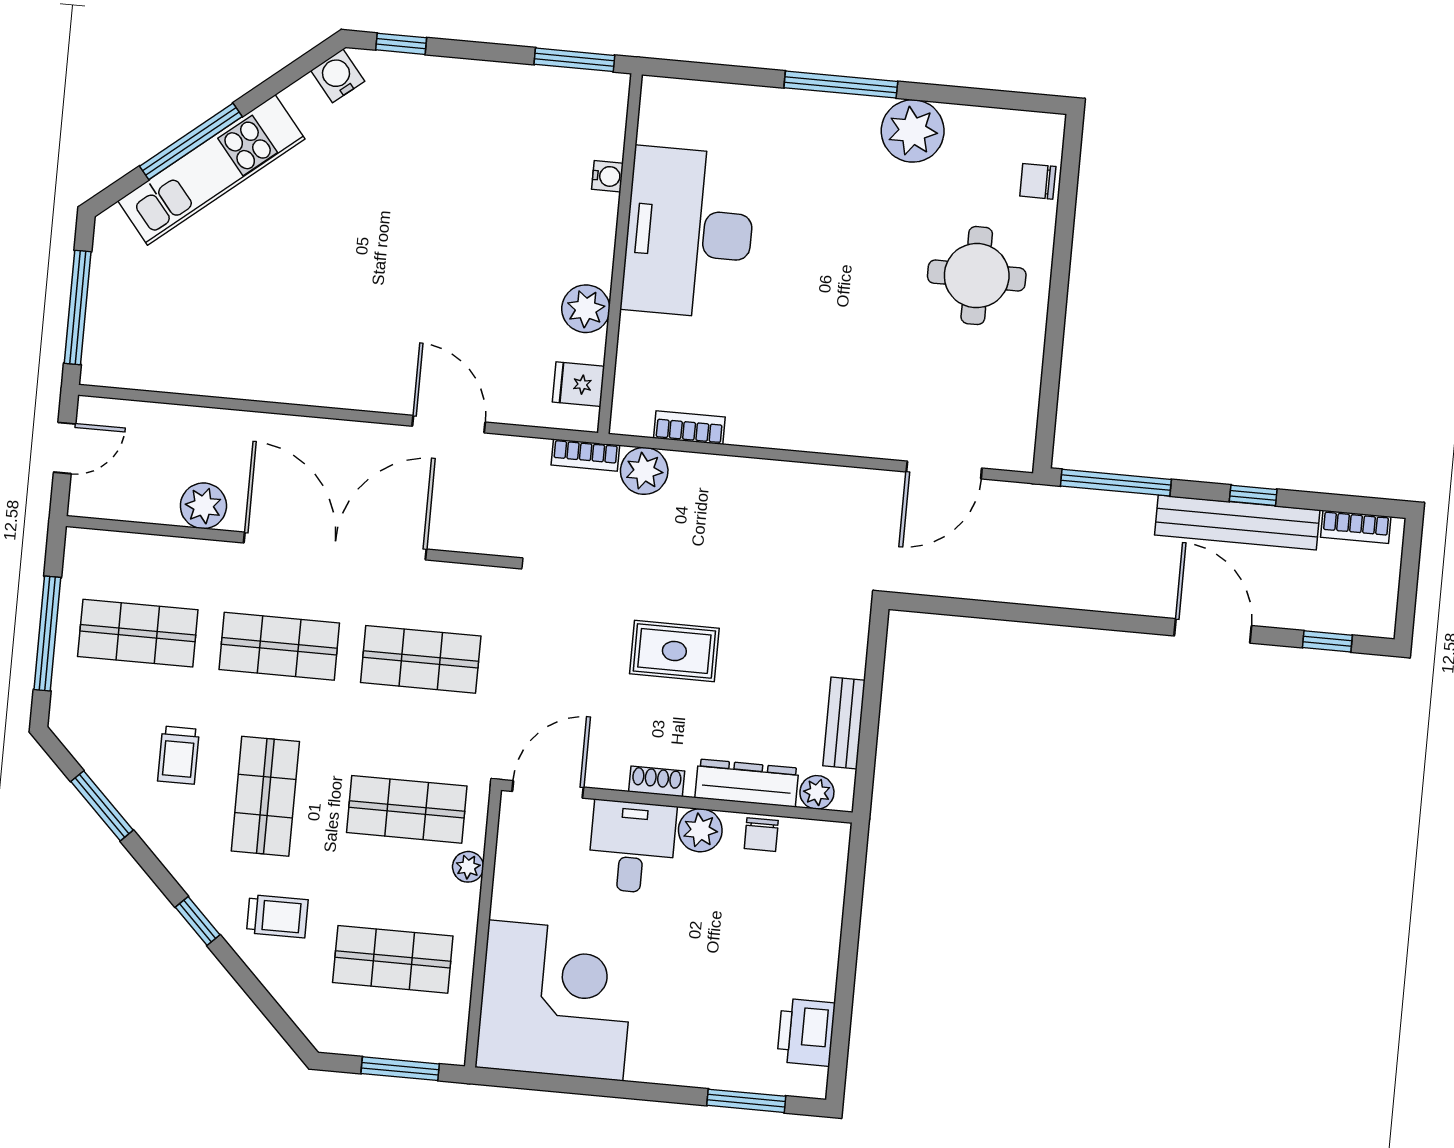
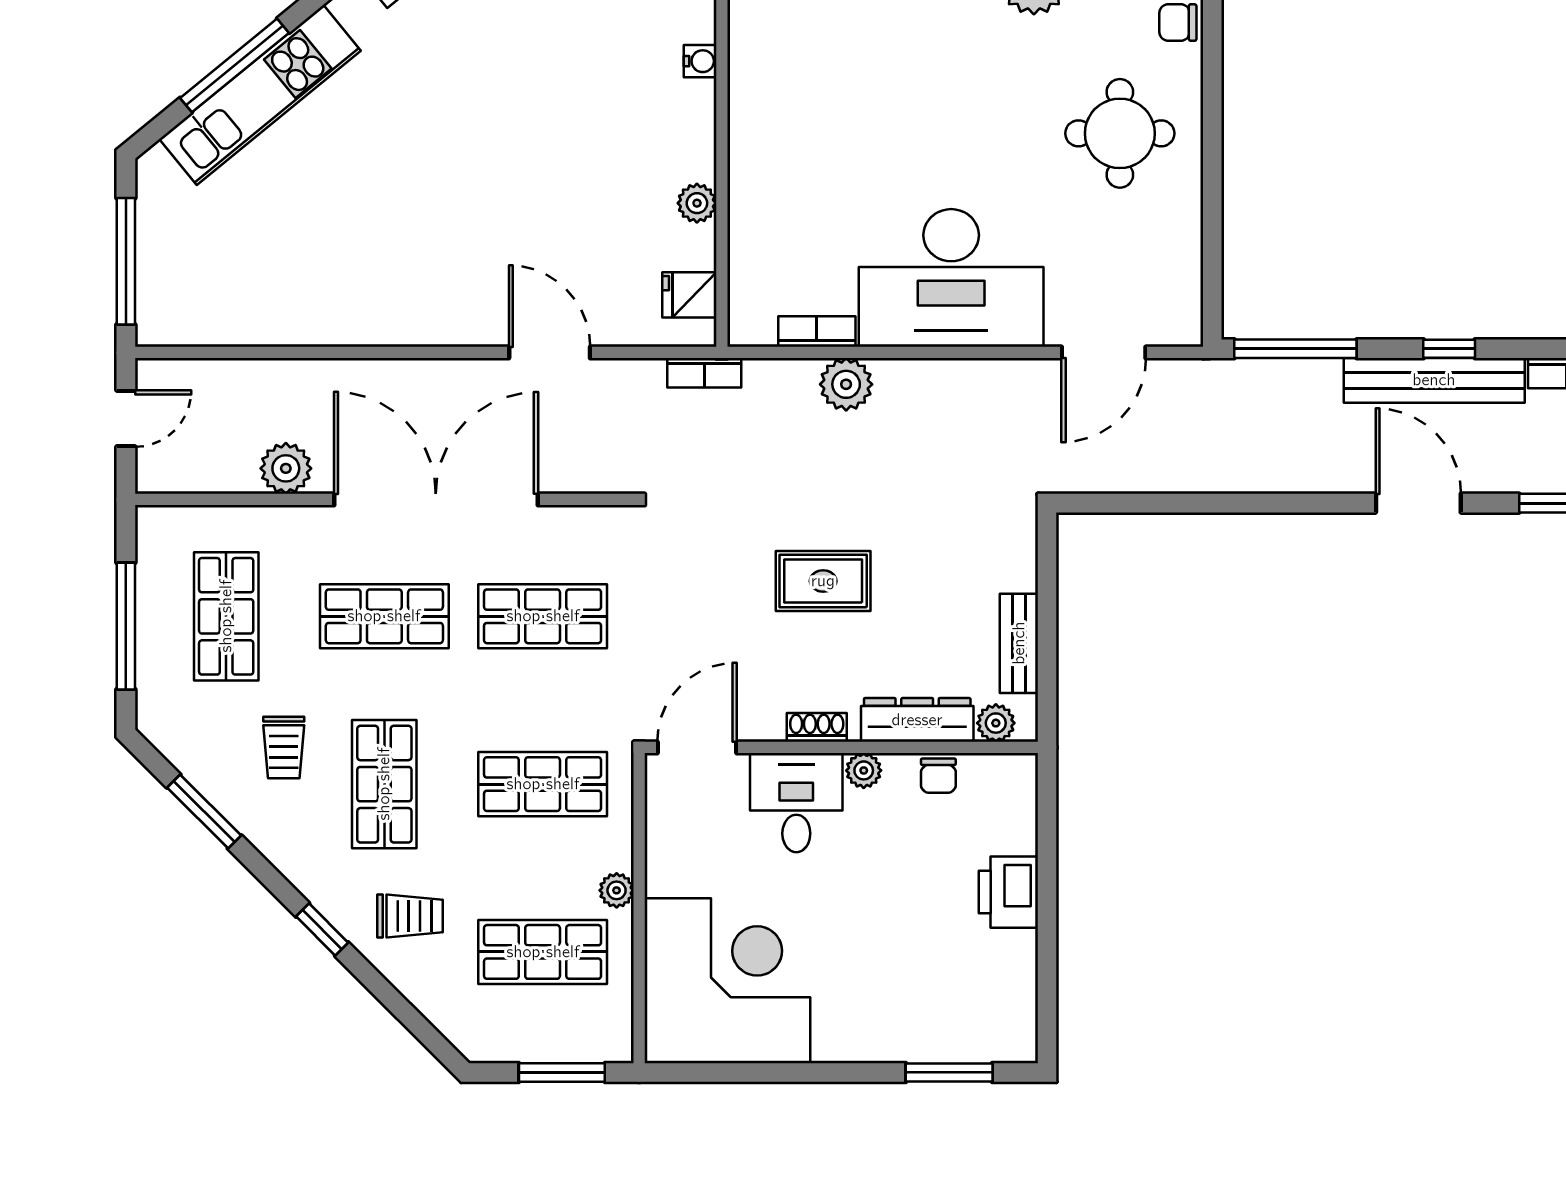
desk: (689, 233) -> (951, 278), moved, turned -90
plant: (586, 309) -> (697, 203), width x0.73, depth x0.73
plant: (644, 471) -> (846, 384), moved
shop shelf: (138, 633) -> (226, 616), turned 90
plant: (700, 830) -> (864, 770), width x0.73, depth x0.73
plant: (468, 867) -> (617, 890), moved
printer: (806, 1032) -> (1008, 892), moved

